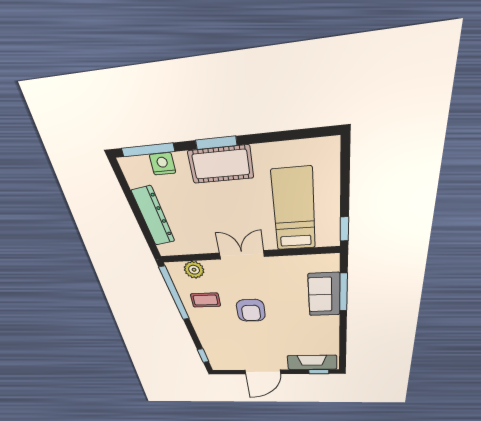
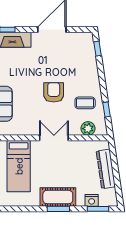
window: (148, 150) -> (98, 209), width x0.69
double door: (242, 255) -> (54, 138), swing flipped
window: (174, 294) -> (107, 109), width x0.32

